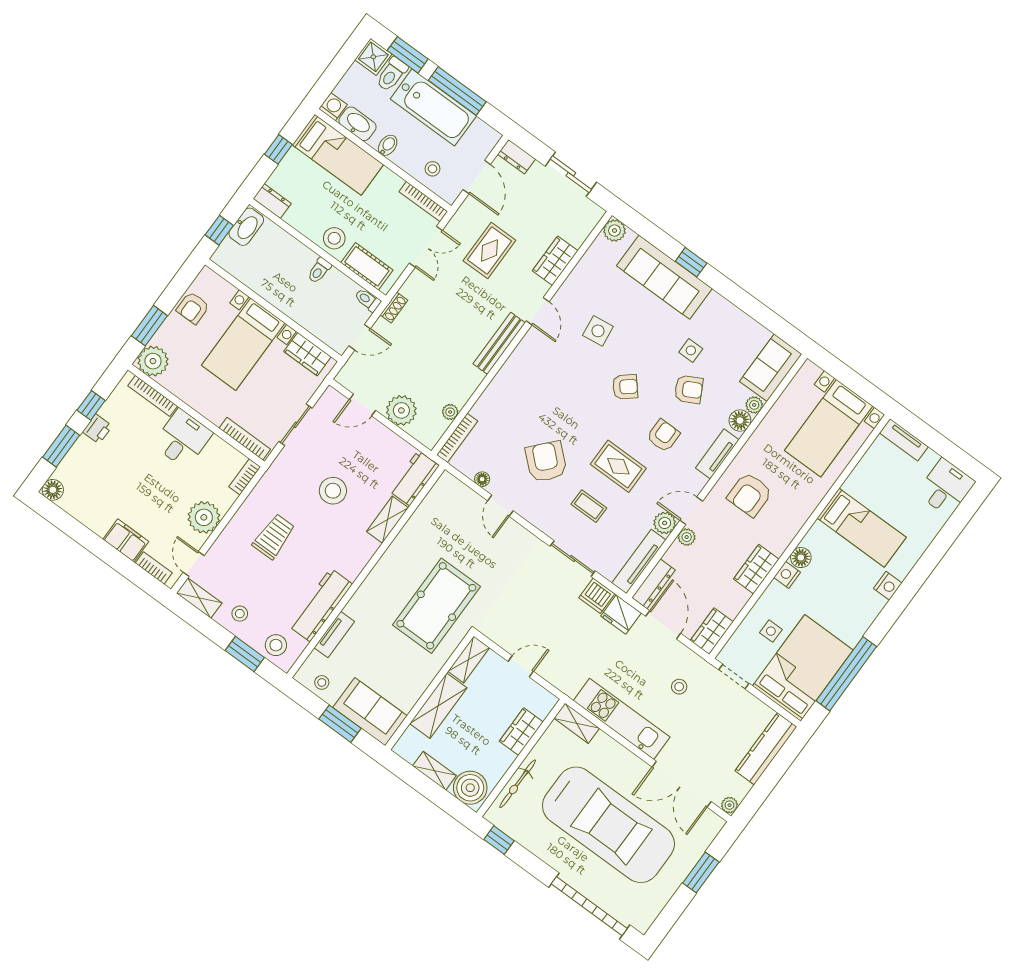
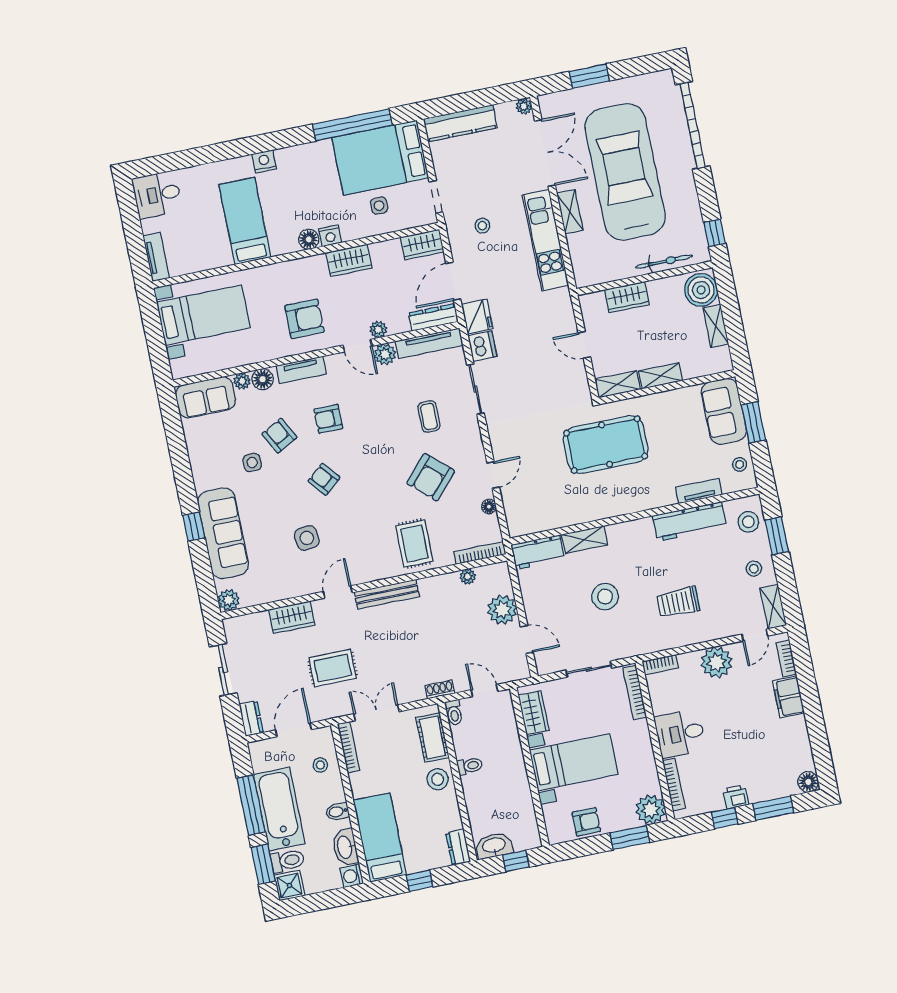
rug: (618, 466) -> (414, 543), moved
shelving: (438, 706) -> (661, 376), width x0.67, depth x0.75
shelving: (577, 723) -> (570, 212), moved

